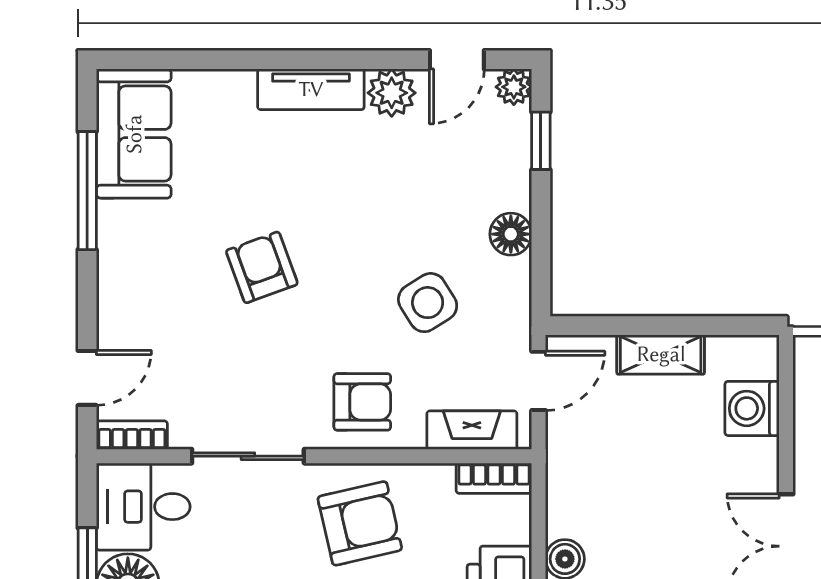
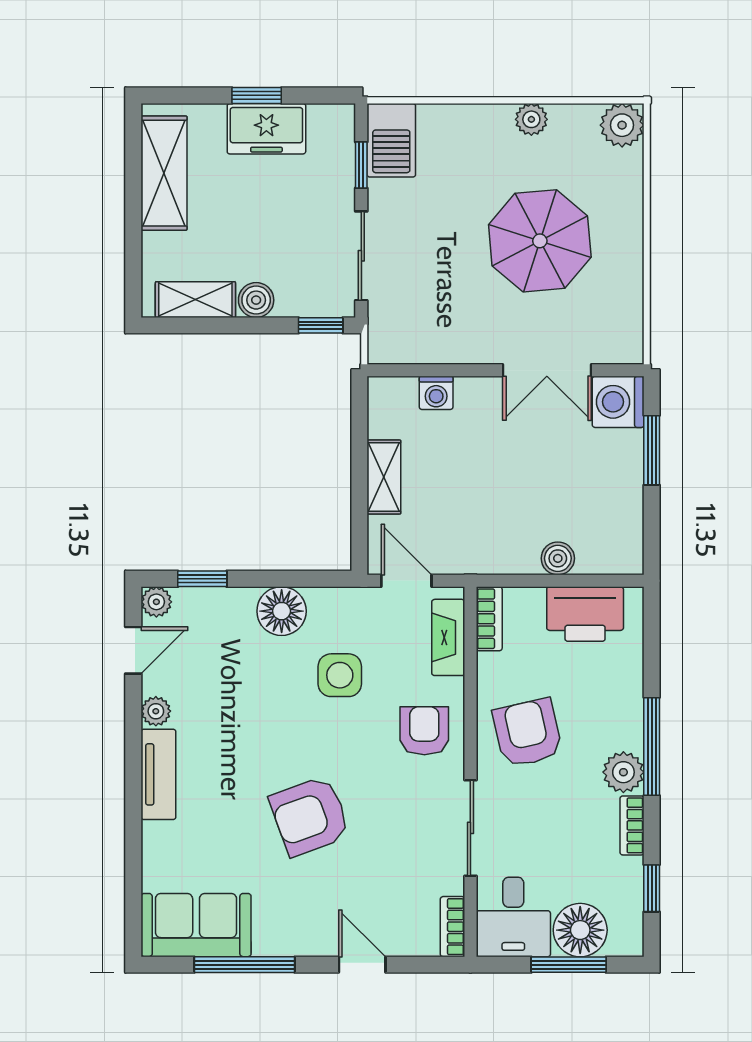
door: (457, 60) -> (133, 650), hinge flipped
plant: (392, 93) -> (156, 711), width x0.73, depth x0.73
floor lamp: (511, 234) -> (282, 611), width x1.38, depth x1.38
armchair: (262, 267) -> (310, 816), width x1.38, depth x1.38
side table: (428, 303) -> (340, 675), turned 32
door: (87, 378) -> (362, 965), moved
washing machine: (752, 408) -> (436, 393), width x0.73, depth x0.73

